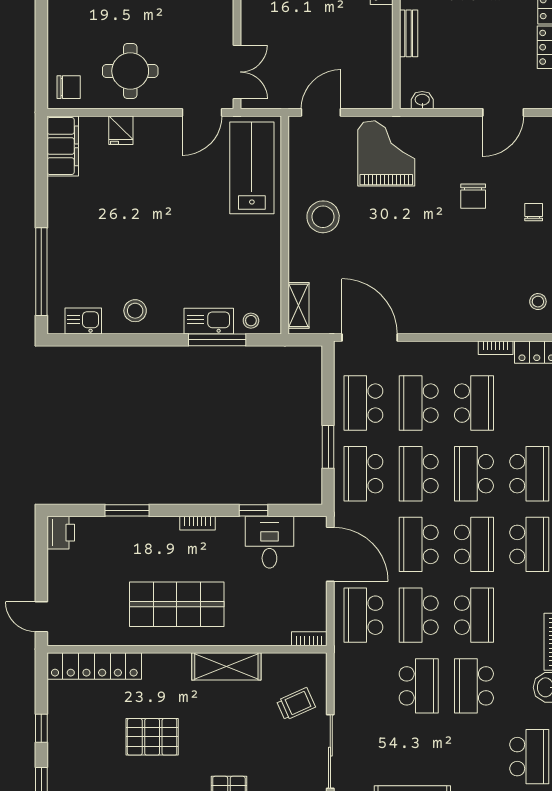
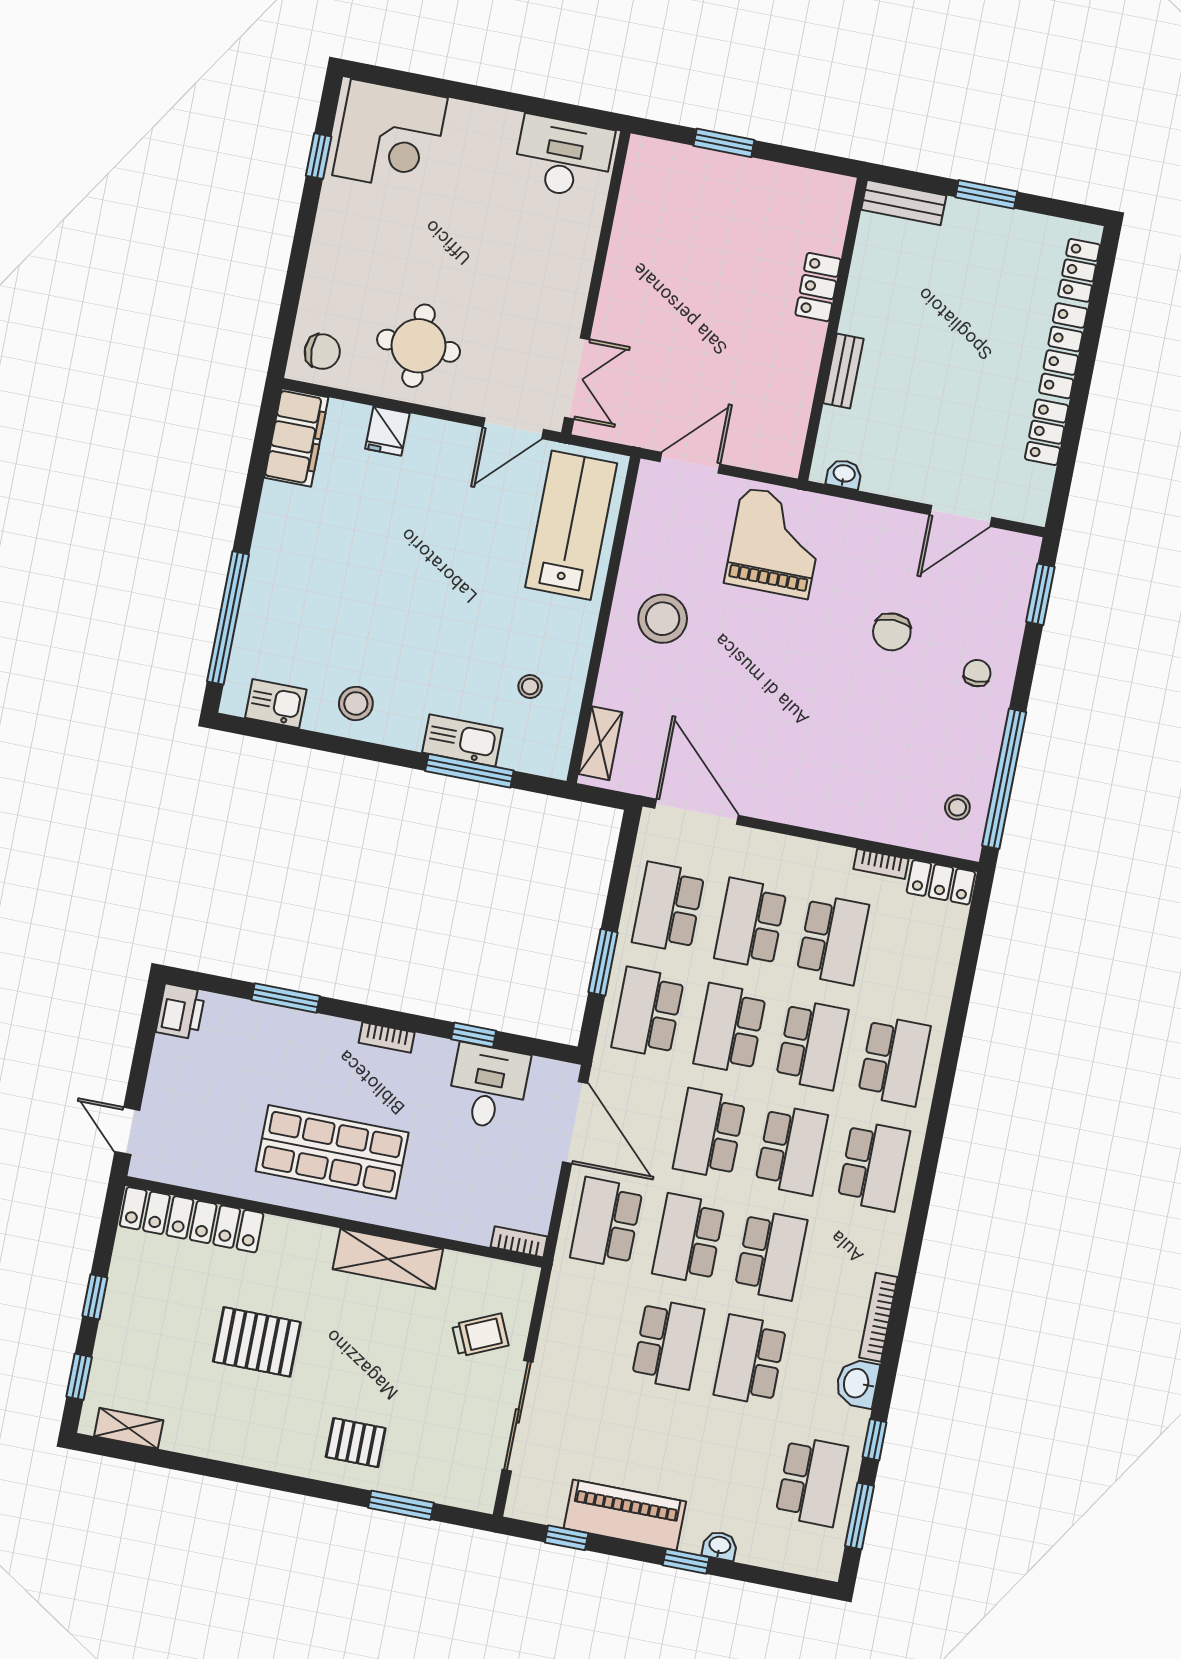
stool: (251, 321) -> (530, 687), moved
school desk: (474, 474) -> (812, 1045), turned 180

